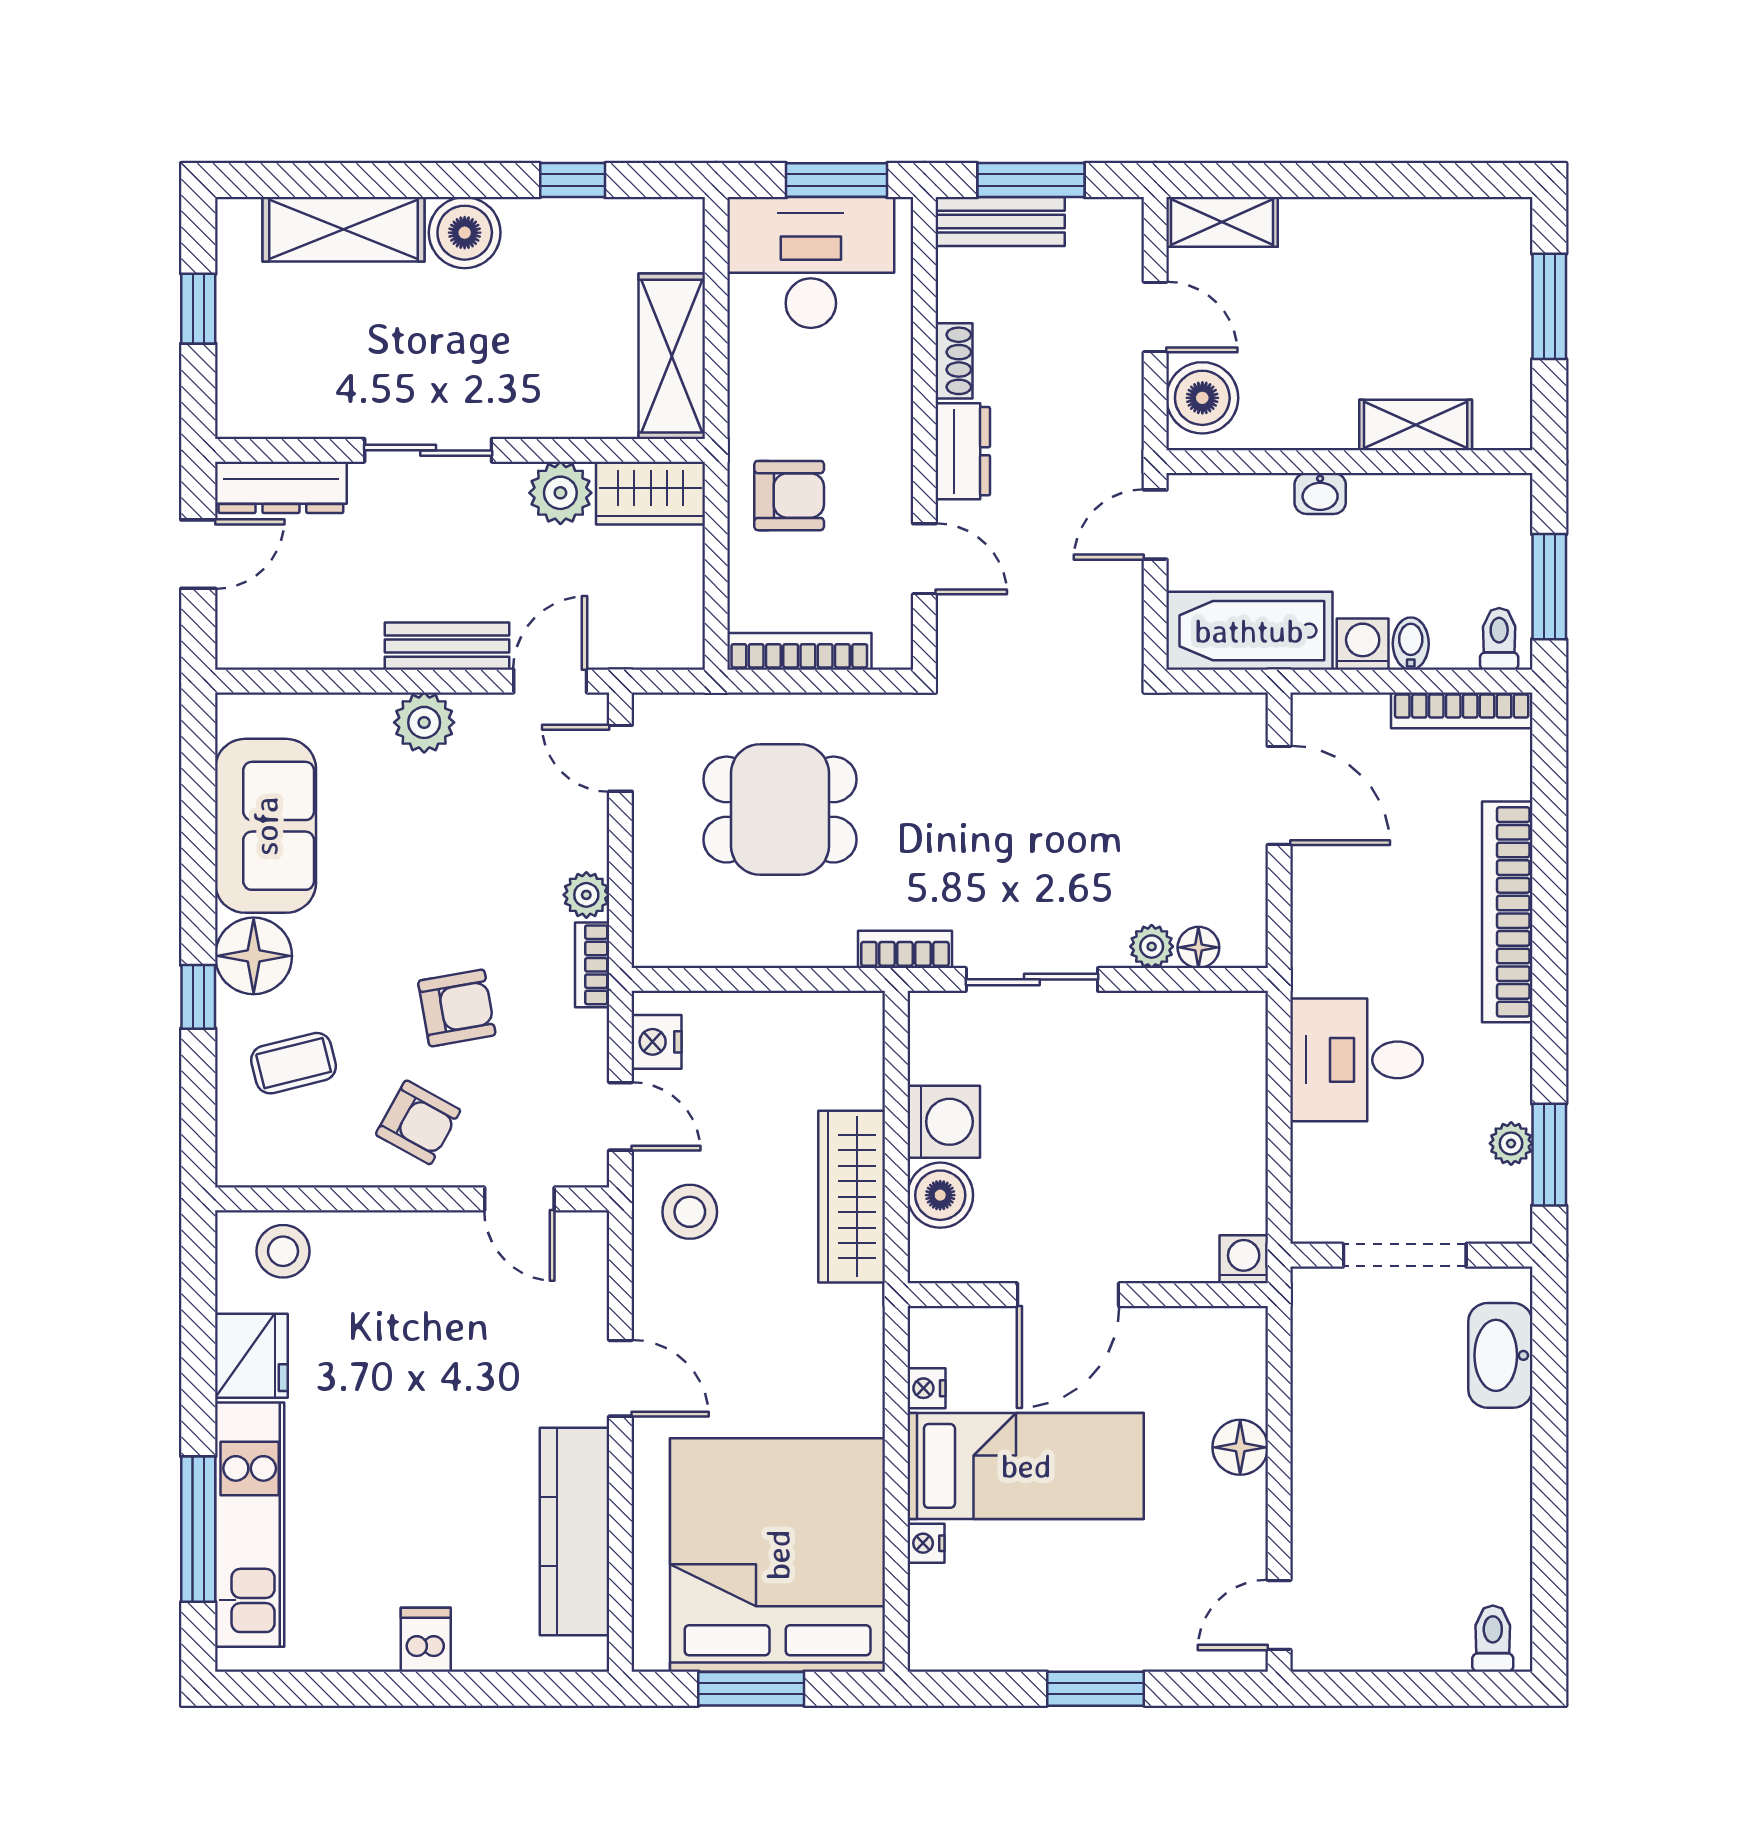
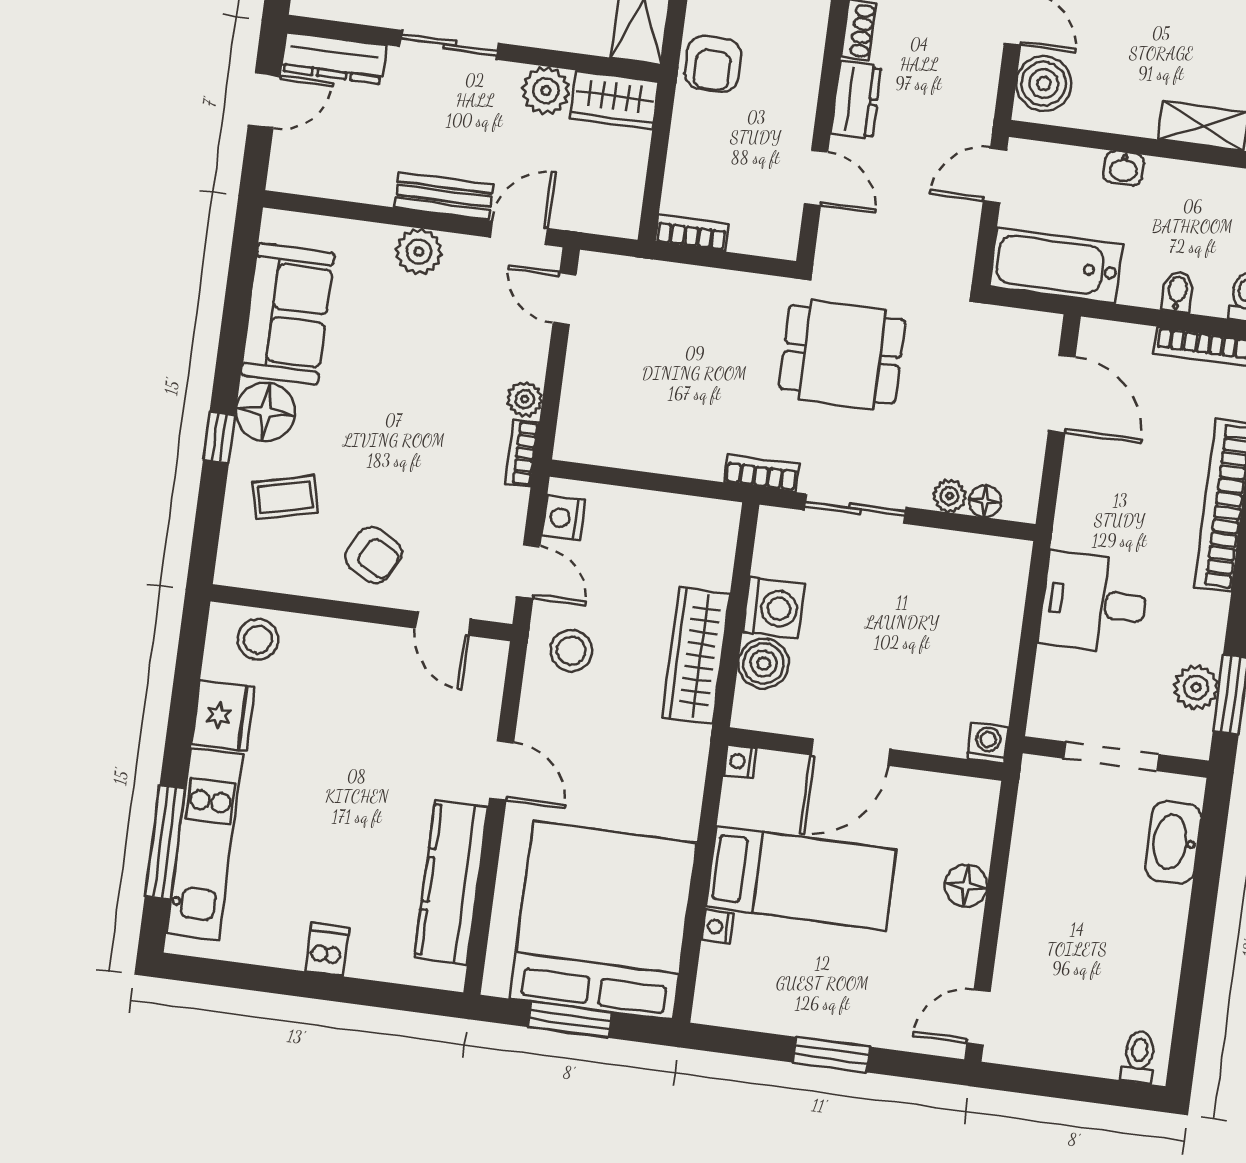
armchair: (789, 496) -> (713, 64), moved, turned 90
washing machine: (1363, 644) -> (1141, 287), removed
bookcase: (799, 651) -> (692, 233), width x0.64
dining table: (780, 810) -> (842, 354), moved
armchair: (457, 1008) -> (415, 472), removed
plant: (1511, 1143) -> (1196, 687), width x1.38, depth x1.38
nightstand: (926, 1388) -> (740, 762), moved

